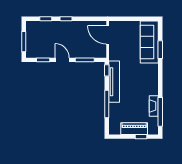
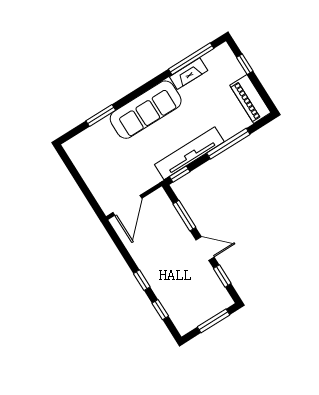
sofa: (149, 42) -> (146, 110), moved
door: (62, 60) -> (205, 248), swing flipped
piano: (134, 129) -> (250, 99), moved

